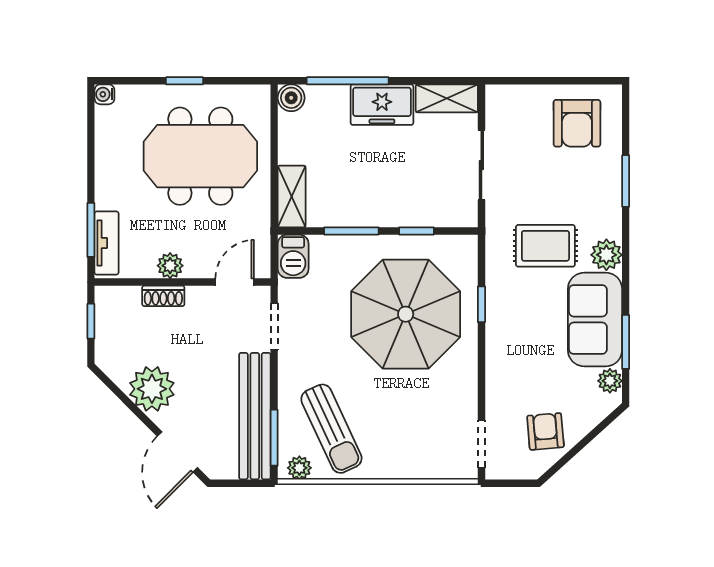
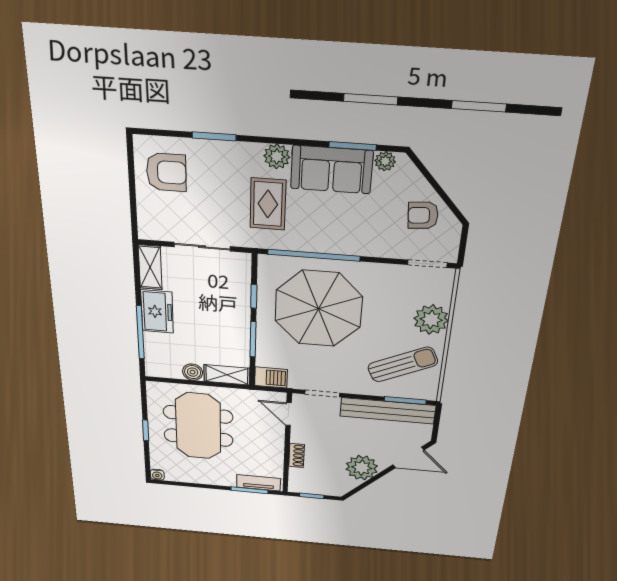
boiler: (291, 98) -> (193, 372), moved
plant: (170, 266) -> (275, 450), removed
window: (481, 304) -> (314, 255), width x3.17
plant: (299, 468) -> (431, 320), moved, width x1.87, depth x1.87

